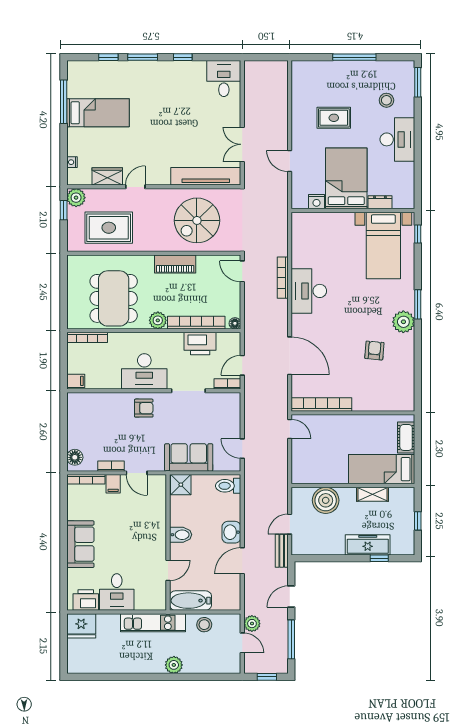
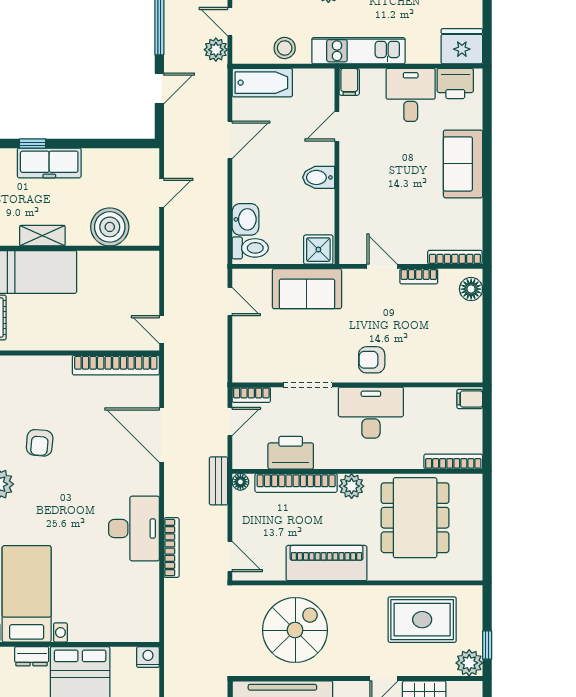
nightstand: (317, 202) -> (148, 657), moved
piano: (175, 264) -> (327, 563), width x1.37, depth x1.33
filing cabinet: (113, 484) -> (349, 82), moved, turned 180
washbasin: (231, 532) -> (245, 219), moved
bench: (282, 551) -> (218, 481), moved
bathtub: (190, 601) -> (262, 83), moved

